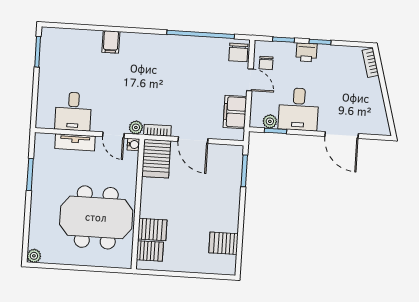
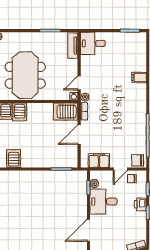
desk: (73, 111) -> (93, 43), moved
tv unit: (75, 142) -> (73, 46), moved

